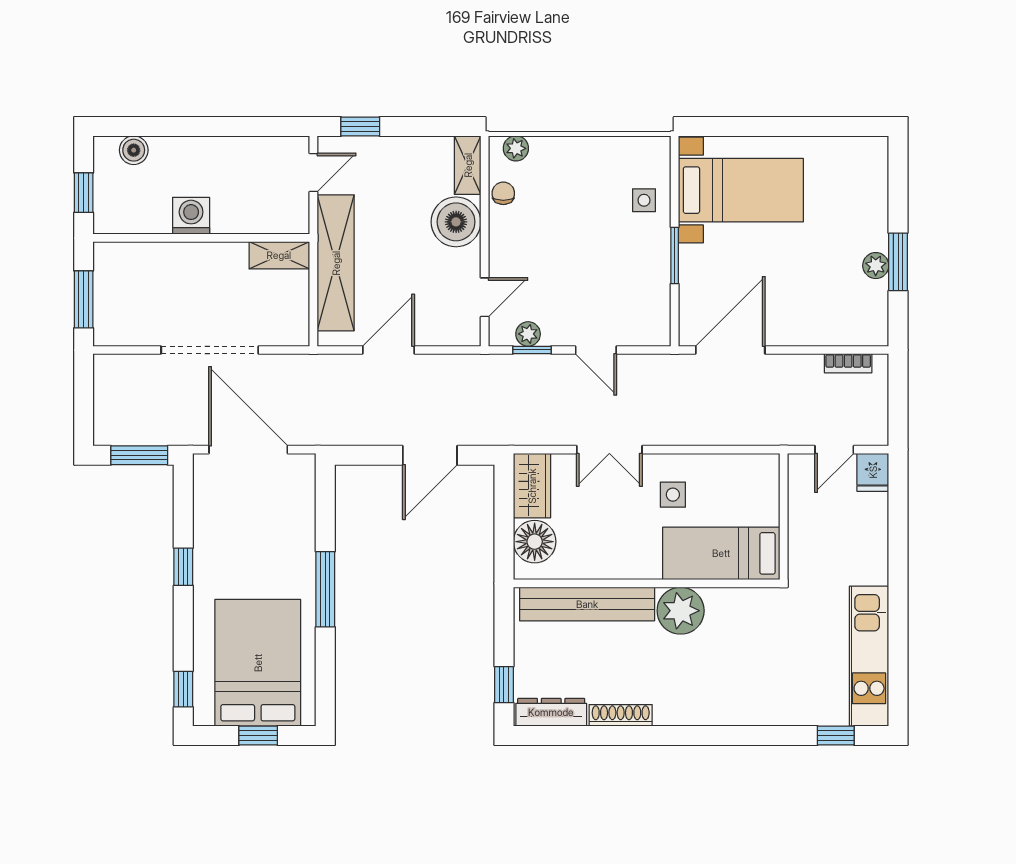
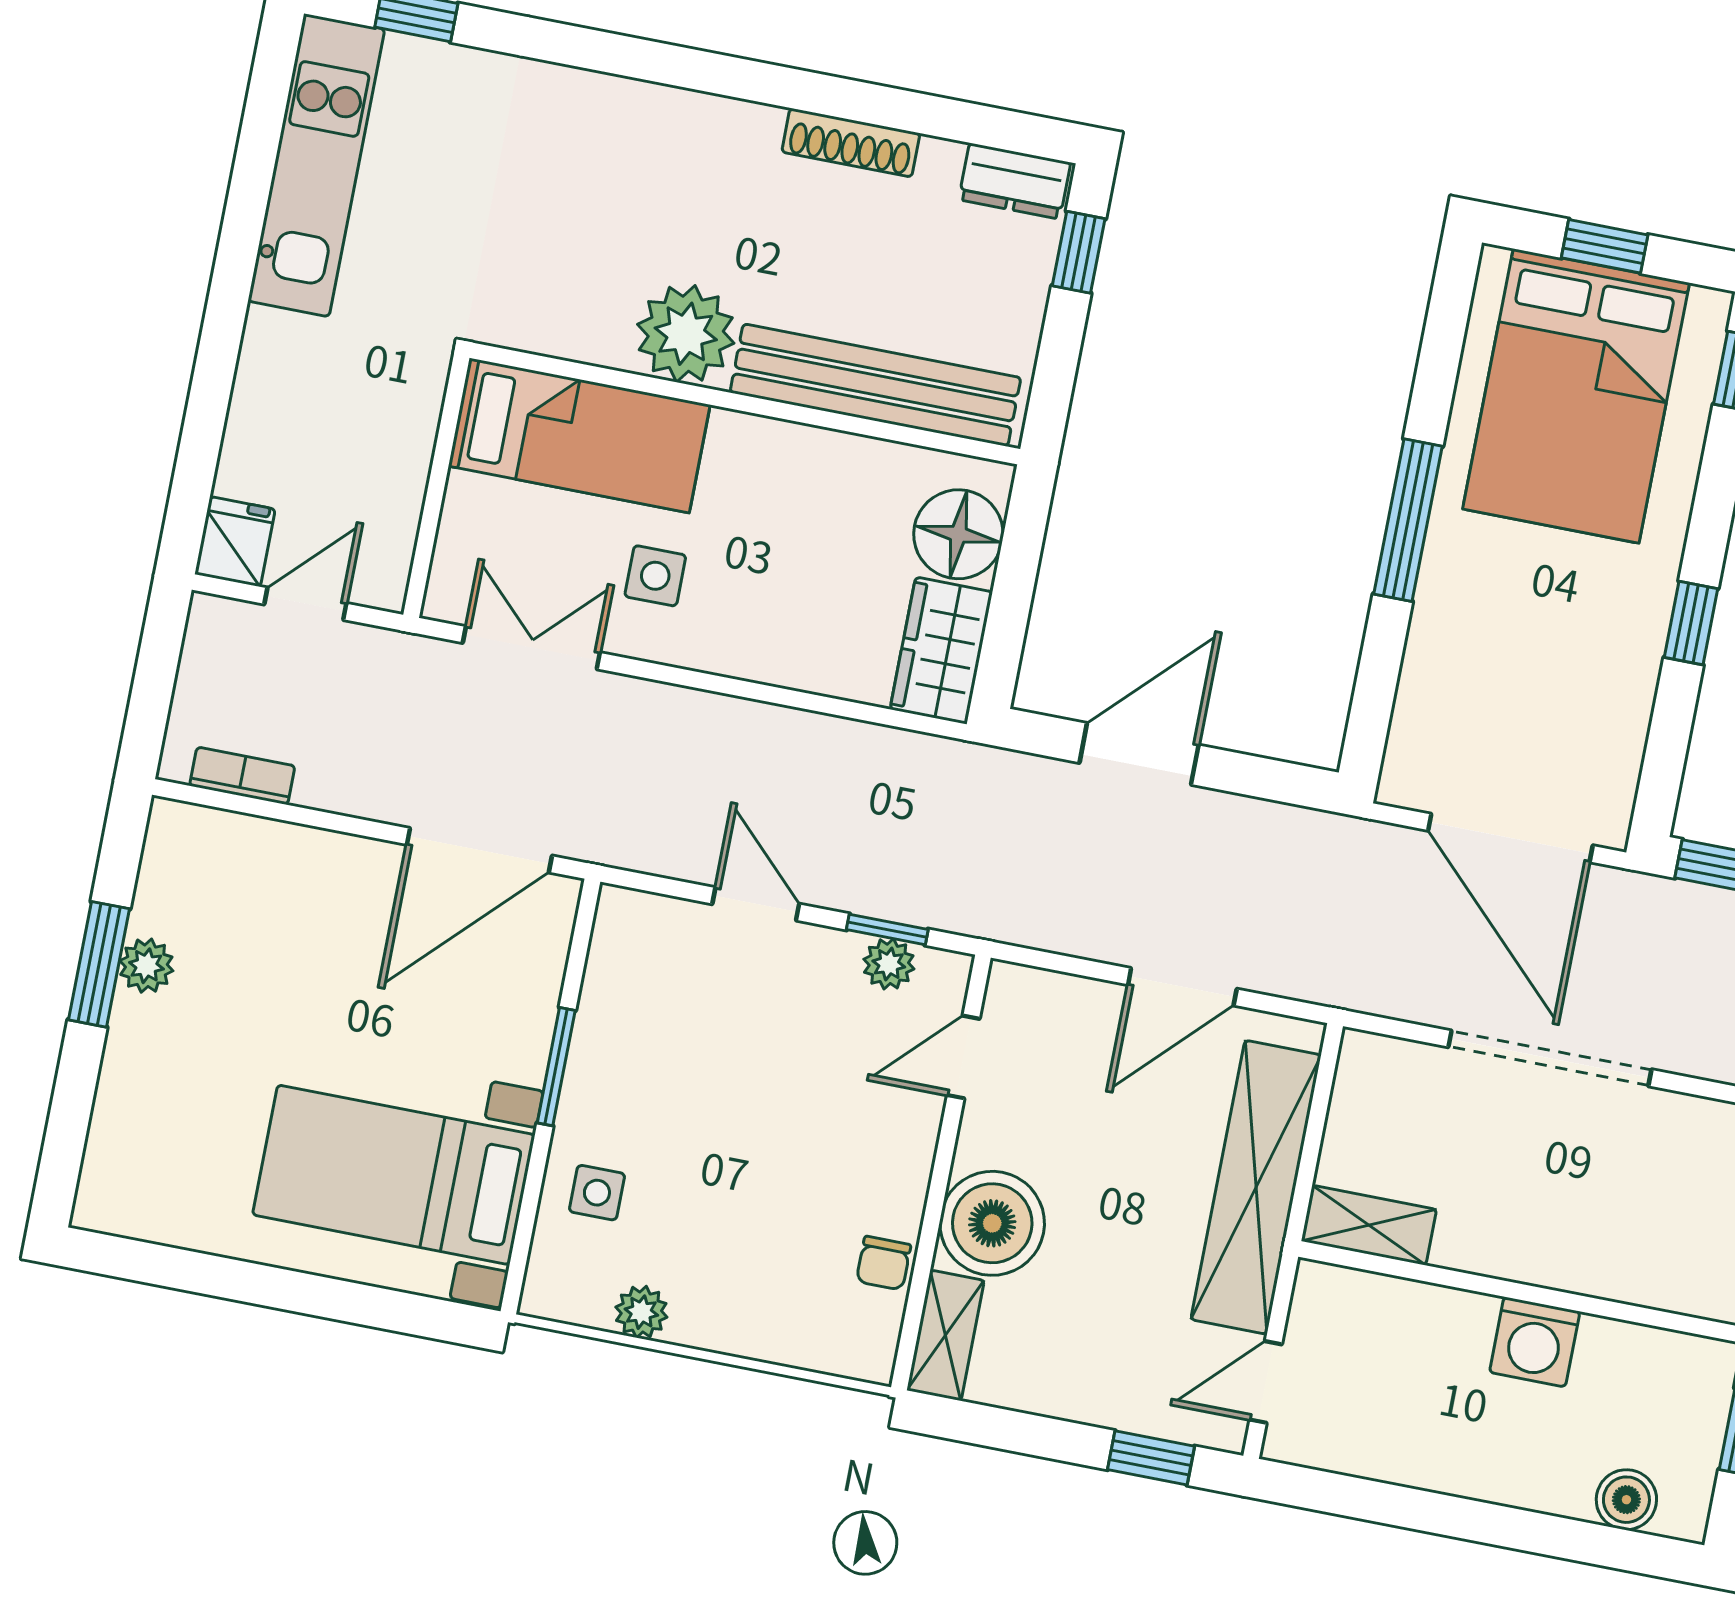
plant: (516, 148) -> (641, 1312), moved
double door: (609, 450) -> (531, 648), moved
dresser: (551, 712) -> (1015, 181), width x0.70

